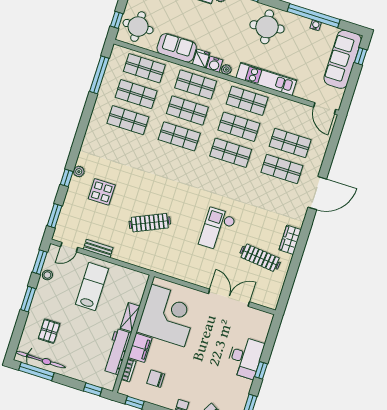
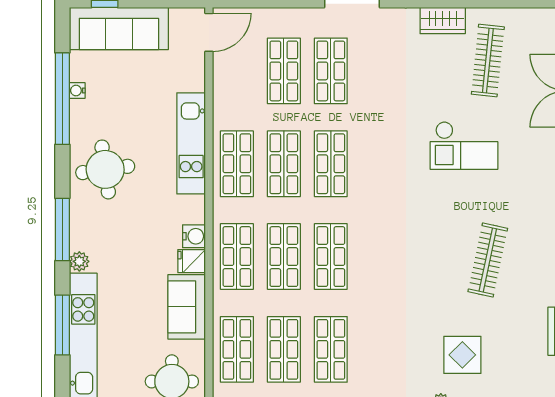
plant: (226, 70) -> (196, 214), removed
clothes rail: (150, 223) -> (488, 260), turned 36

